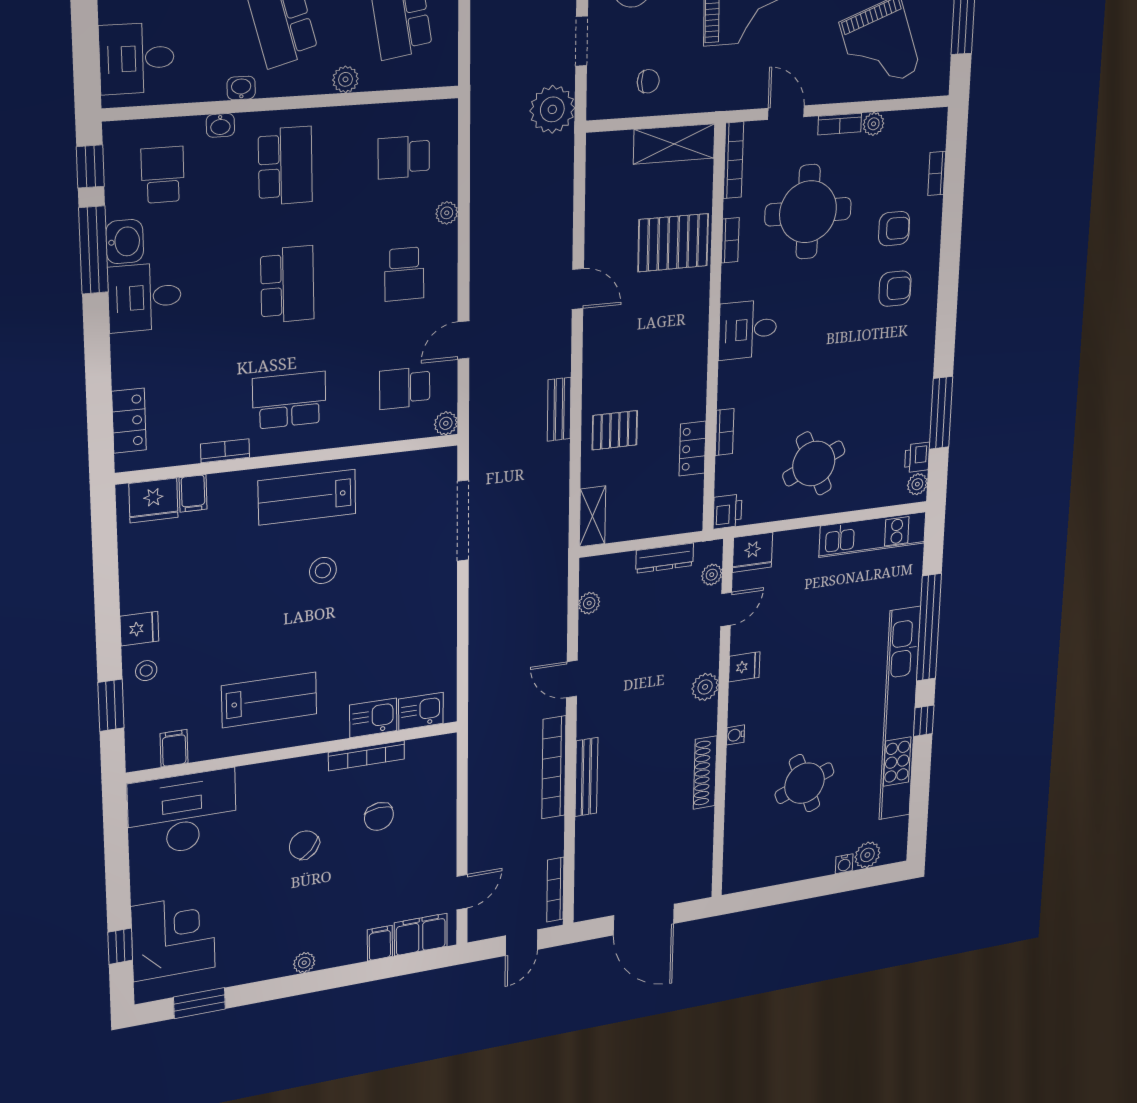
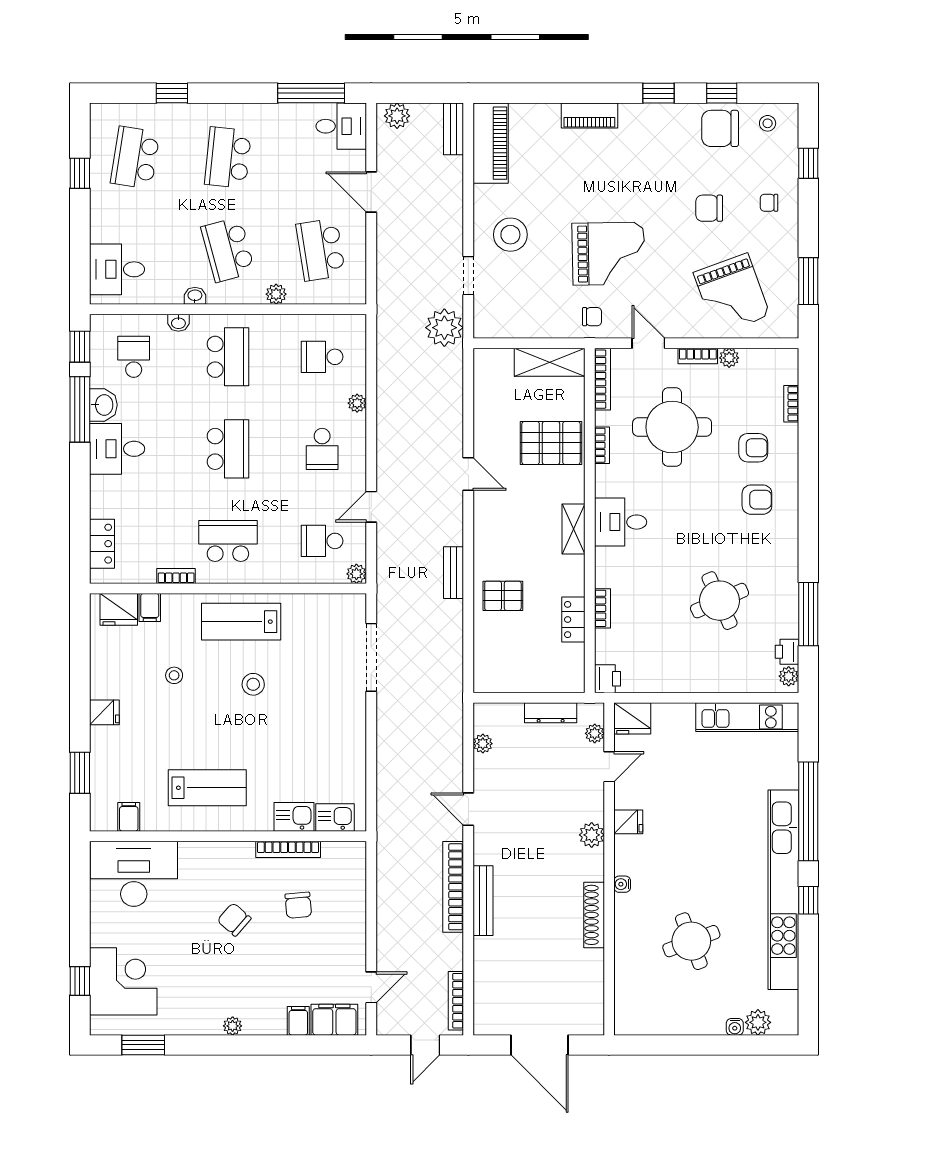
chair: (648, 81) -> (592, 317), moved
round table: (814, 463) -> (720, 601), moved
shelving: (593, 516) -> (574, 529), moved
stool: (146, 671) -> (174, 675), moved

